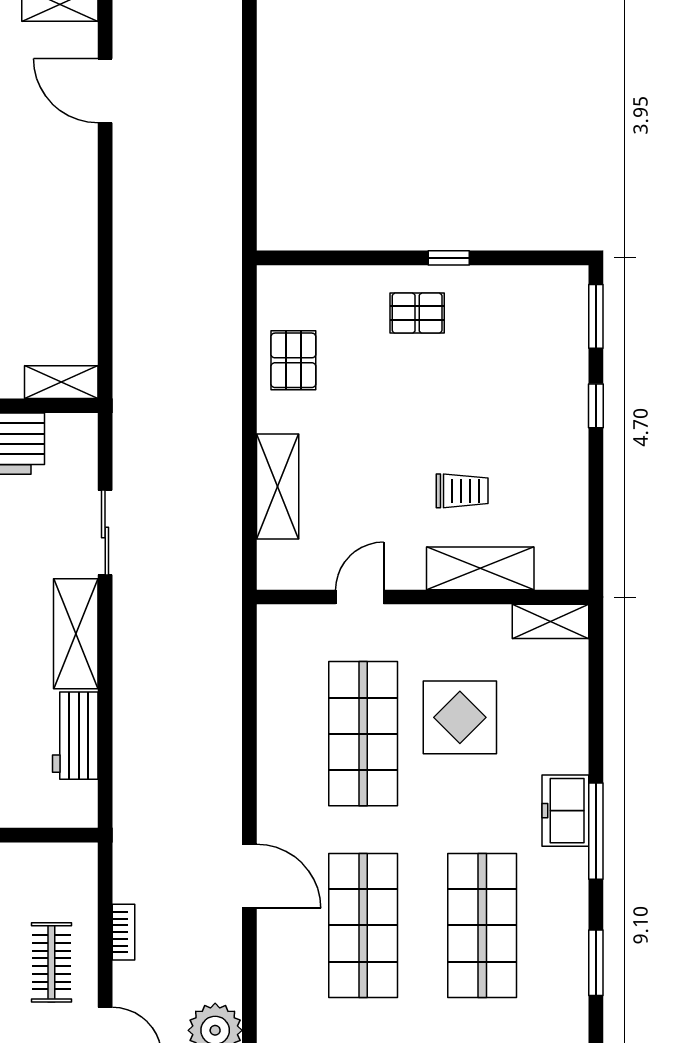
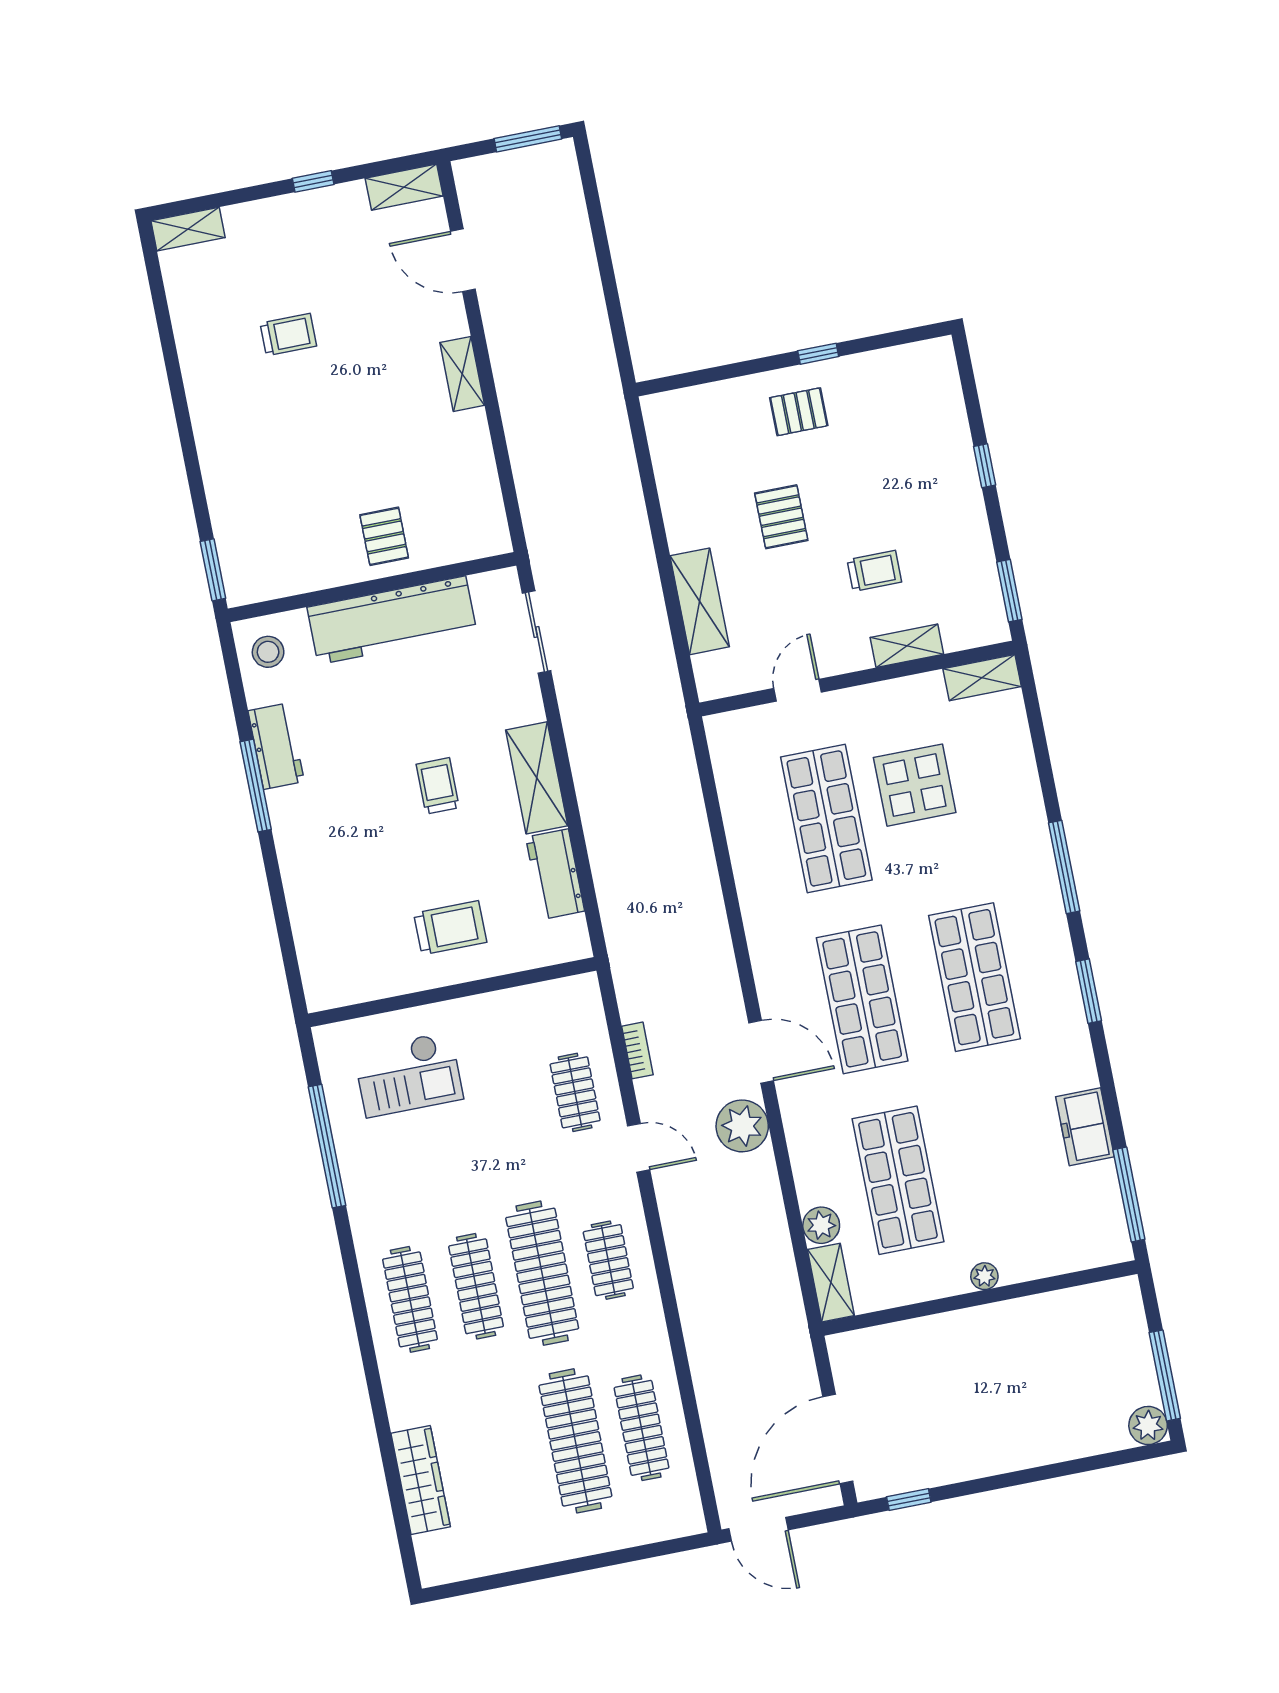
window: (596, 316) -> (1009, 591), moved
pallet: (293, 360) -> (781, 517), moved
shelving: (61, 382) -> (462, 374), moved, turned 90
sliding door: (105, 532) -> (536, 632), moved
shelving: (480, 568) -> (907, 646), width x0.67, depth x0.75
freezer: (565, 811) -> (1031, 853), removed
door: (249, 876) -> (761, 1052), moved

